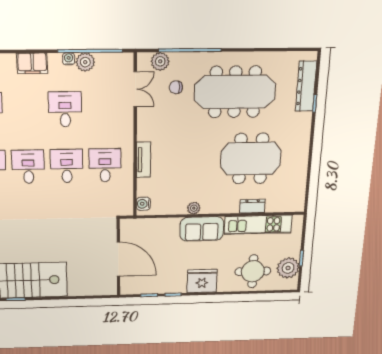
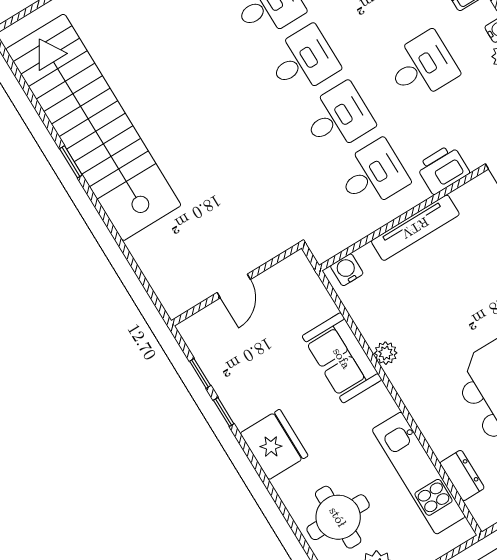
printer: (123, 129) -> (443, 169), added
tv unit: (143, 160) -> (415, 228), width x1.41
dresser: (252, 206) -> (462, 476), moved
sofa: (202, 229) -> (342, 358), moved
door: (118, 259) -> (234, 286), width x0.53

